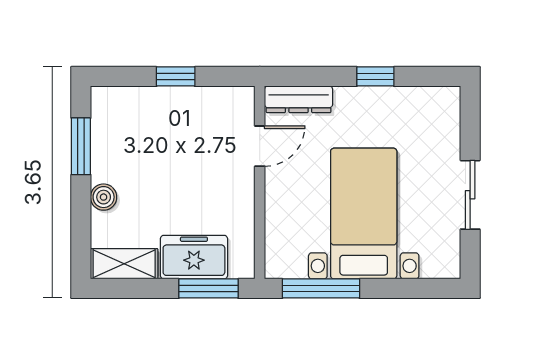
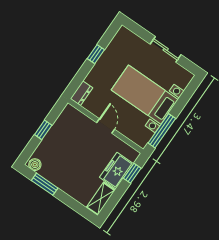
dresser: (299, 99) -> (81, 93), width x0.70
door: (260, 146) -> (106, 126), moved
boiler: (104, 197) -> (35, 165), moved
window: (208, 288) -> (132, 173), width x0.67

